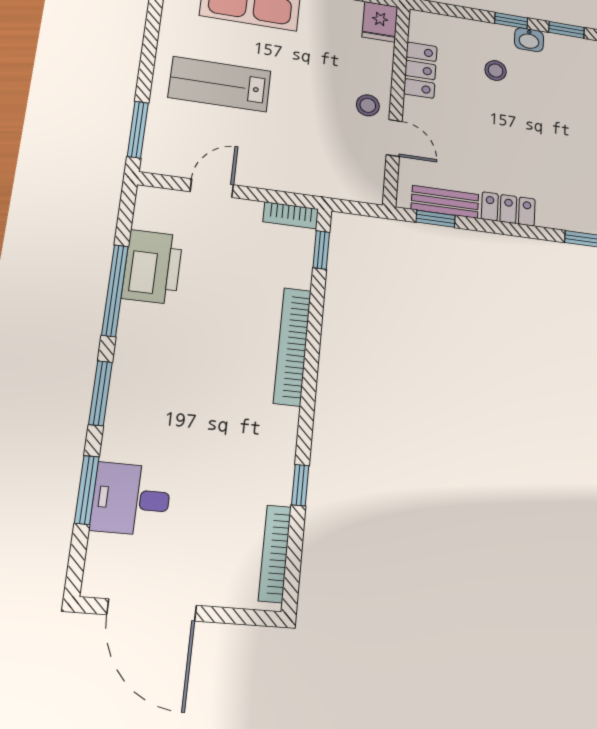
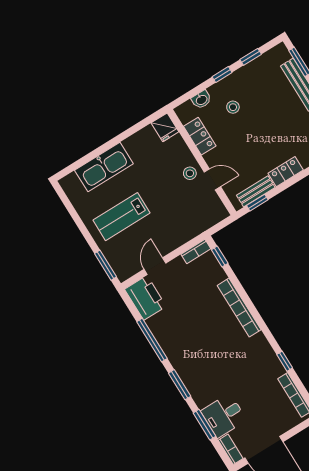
washbasin: (529, 40) -> (201, 100), moved
printer: (152, 267) -> (145, 298), moved
bookcase: (96, 566) -> (231, 449), added

